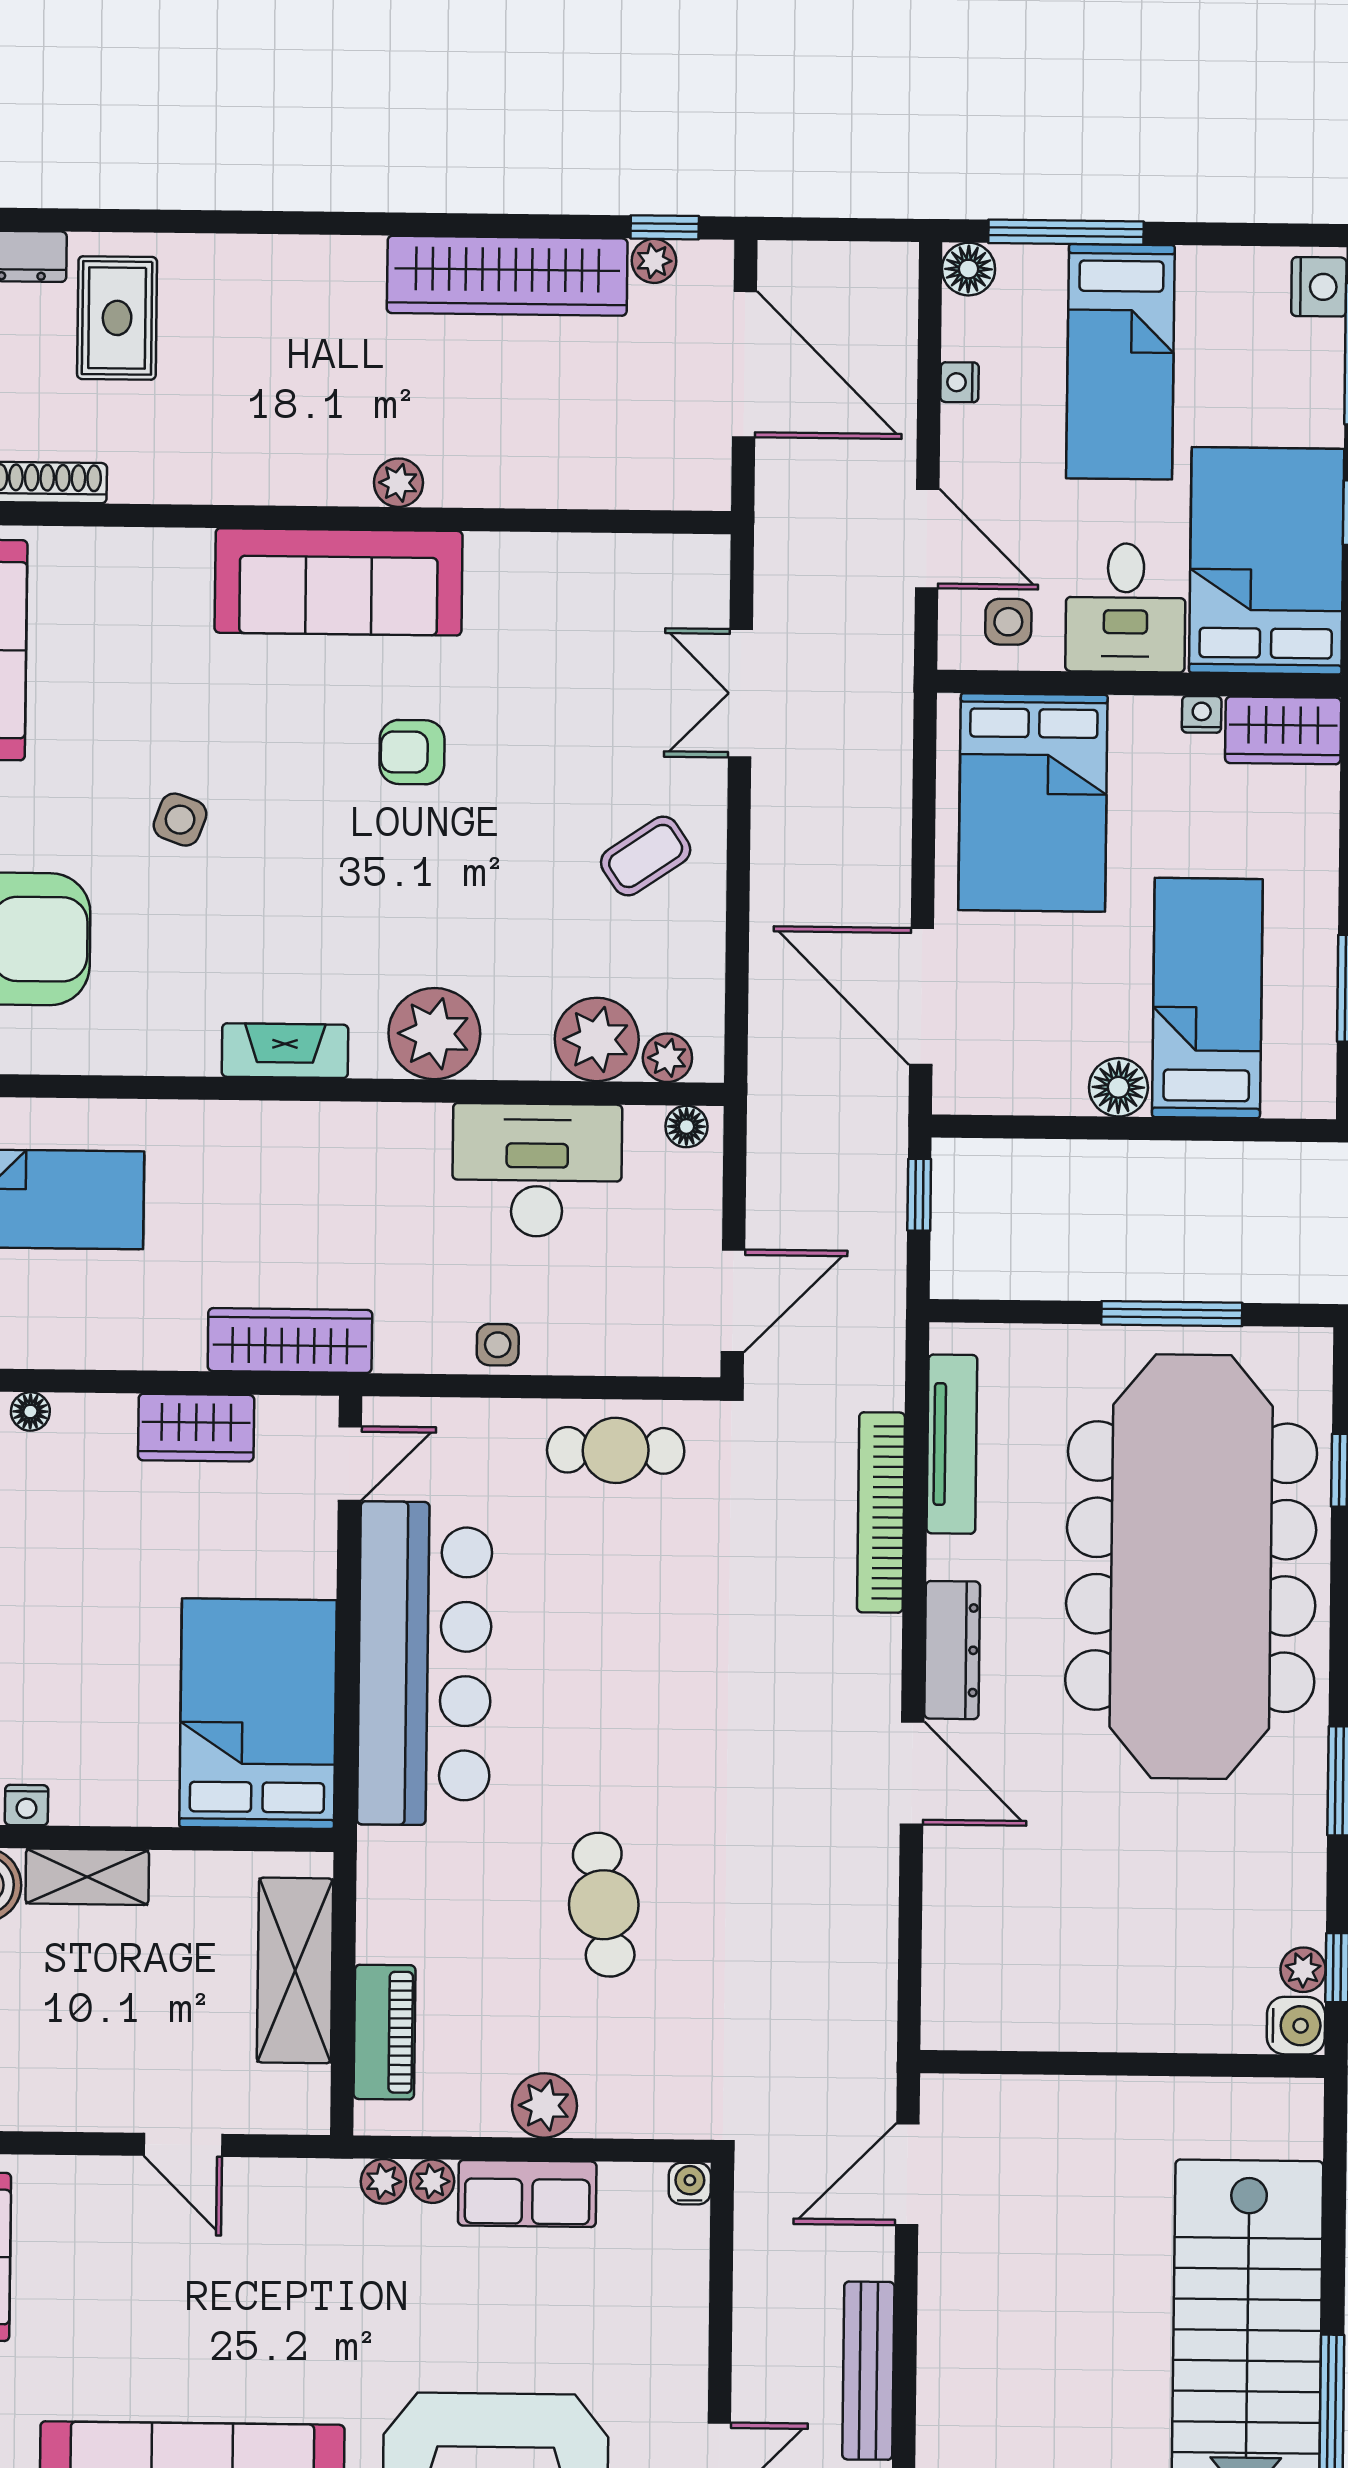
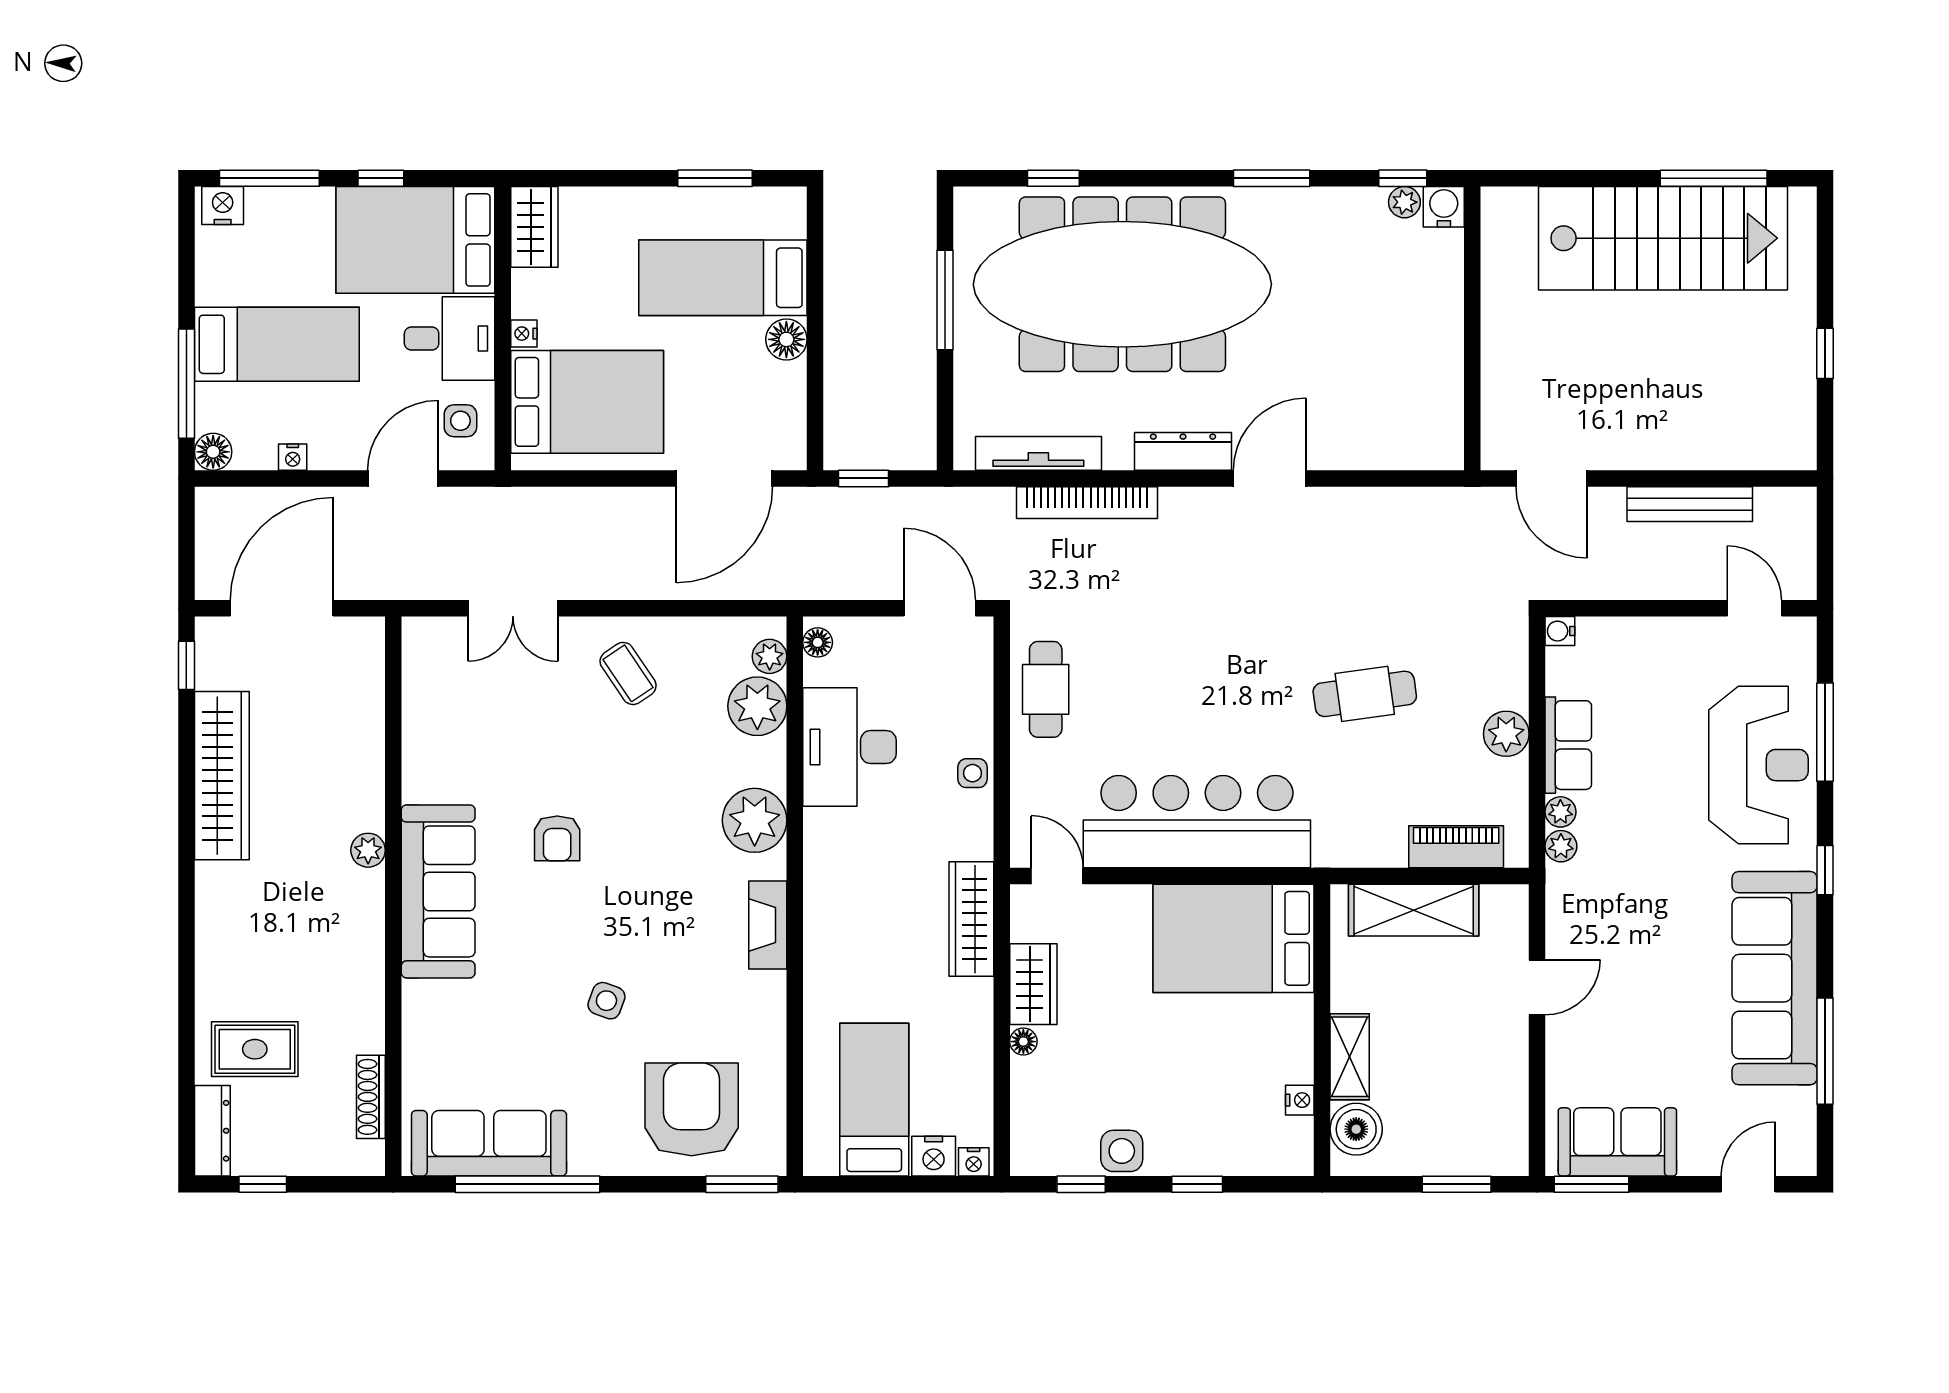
plant: (654, 261) -> (210, 673), removed
nightstand: (1202, 714) -> (524, 334), moved
floor lamp: (30, 1411) -> (1023, 1042), moved

